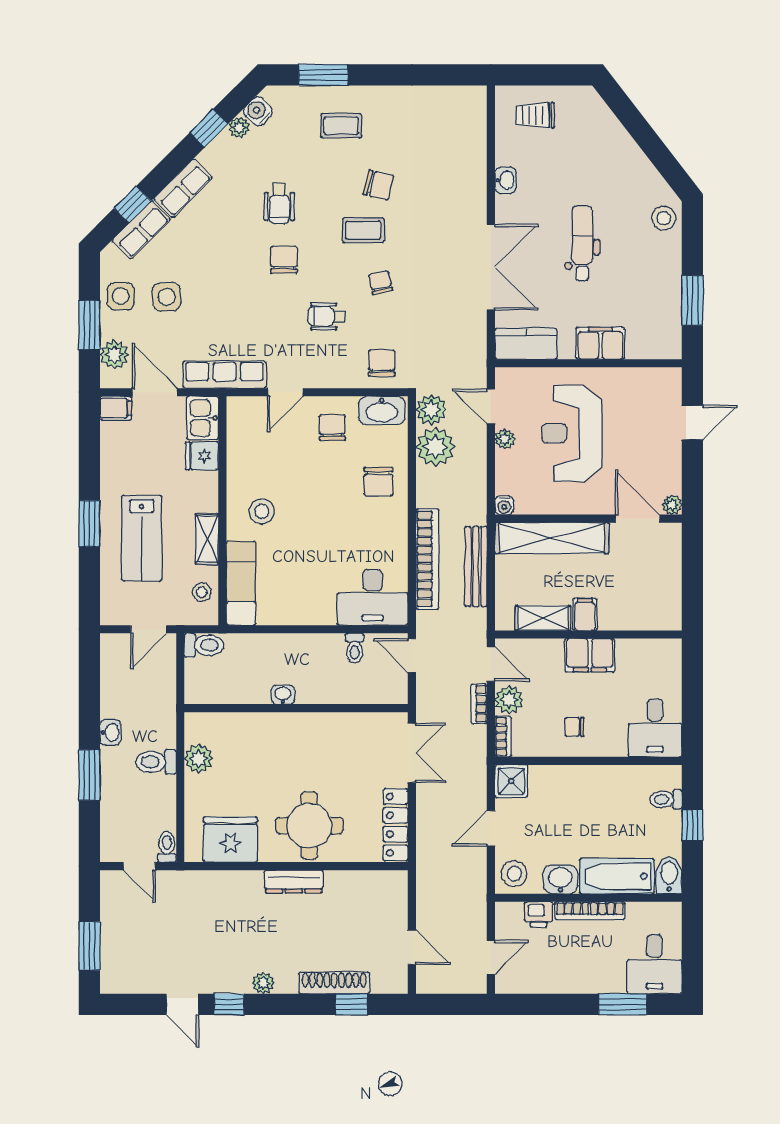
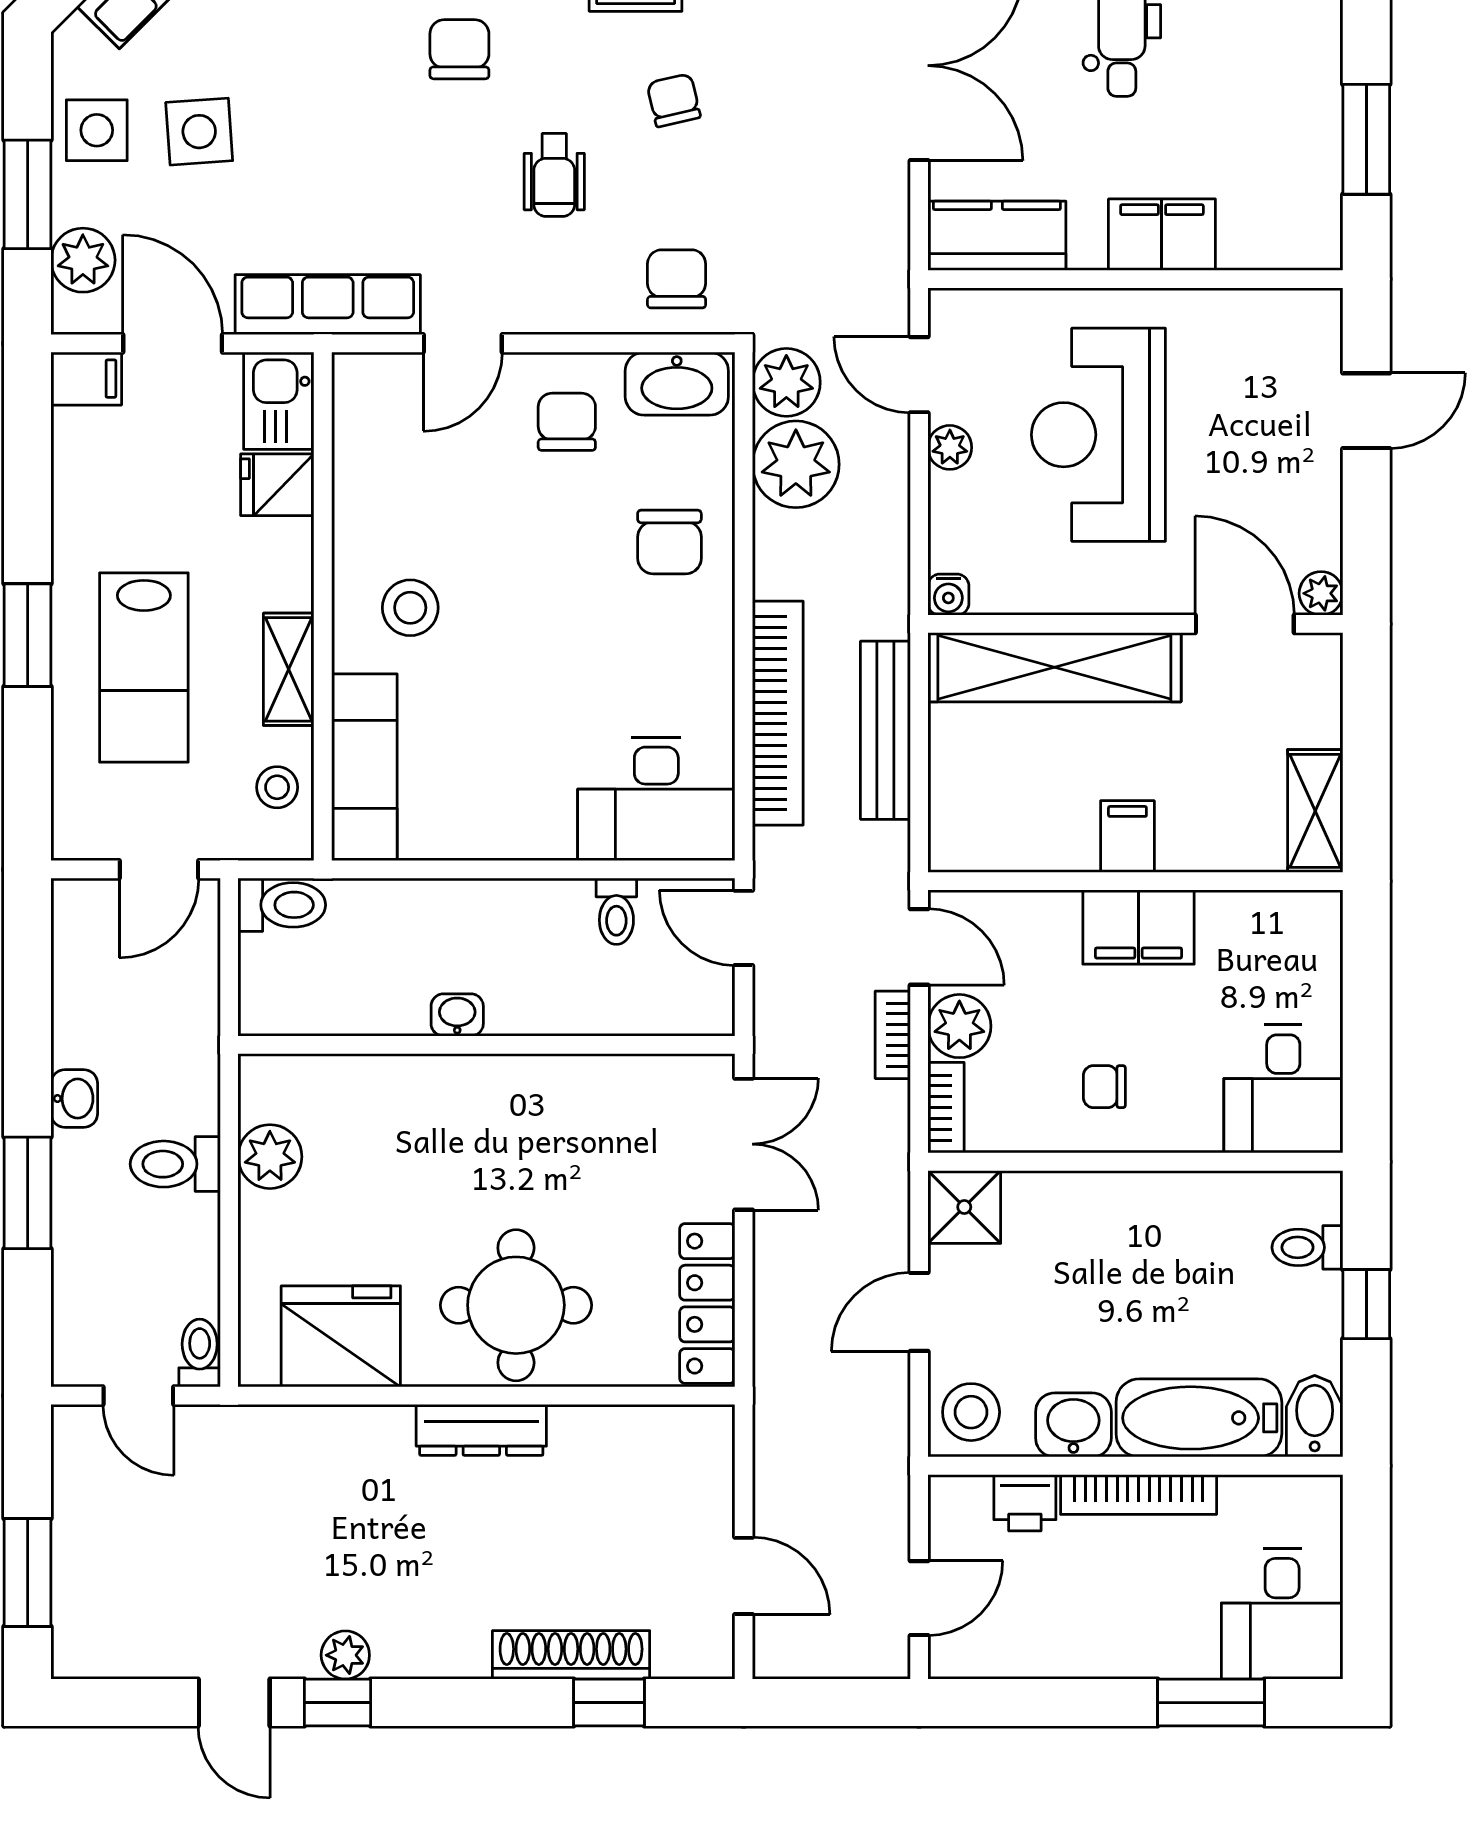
wheelchair: (327, 316) -> (554, 175), turned -90
shelving: (543, 618) -> (1315, 811), moved, turned 90
plant: (263, 983) -> (345, 1655), moved

